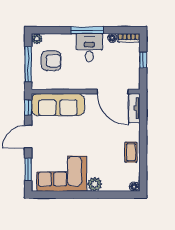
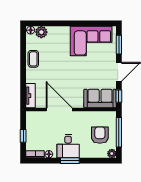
window: (87, 30) -> (70, 161), width x0.69
armchair: (51, 61) -> (100, 135), turned 90
door: (113, 91) -> (59, 110), moved
sofa: (58, 105) -> (100, 99), width x0.73
plant: (95, 184) -> (41, 32), moved

